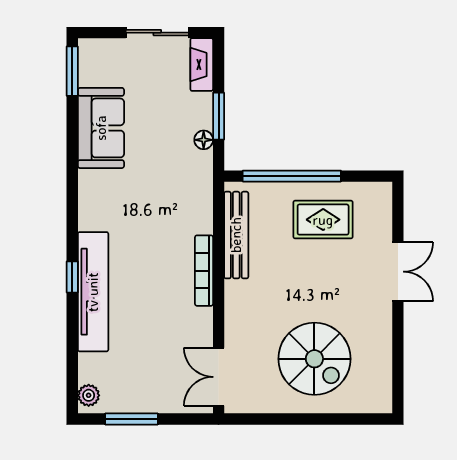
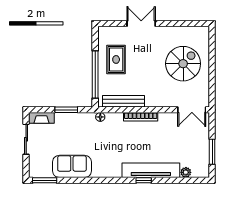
floor lamp: (204, 140) -> (100, 117), moved
plant: (89, 395) -> (186, 172), moved

